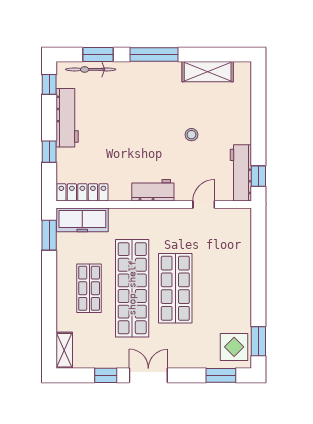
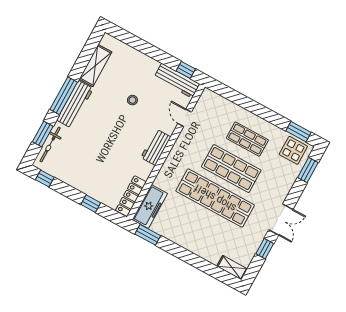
workbench: (67, 118) -> (75, 104), moved, turned 90
shop shelf: (89, 288) -> (247, 139), moved
double door: (148, 375) -> (281, 220), swing flipped

